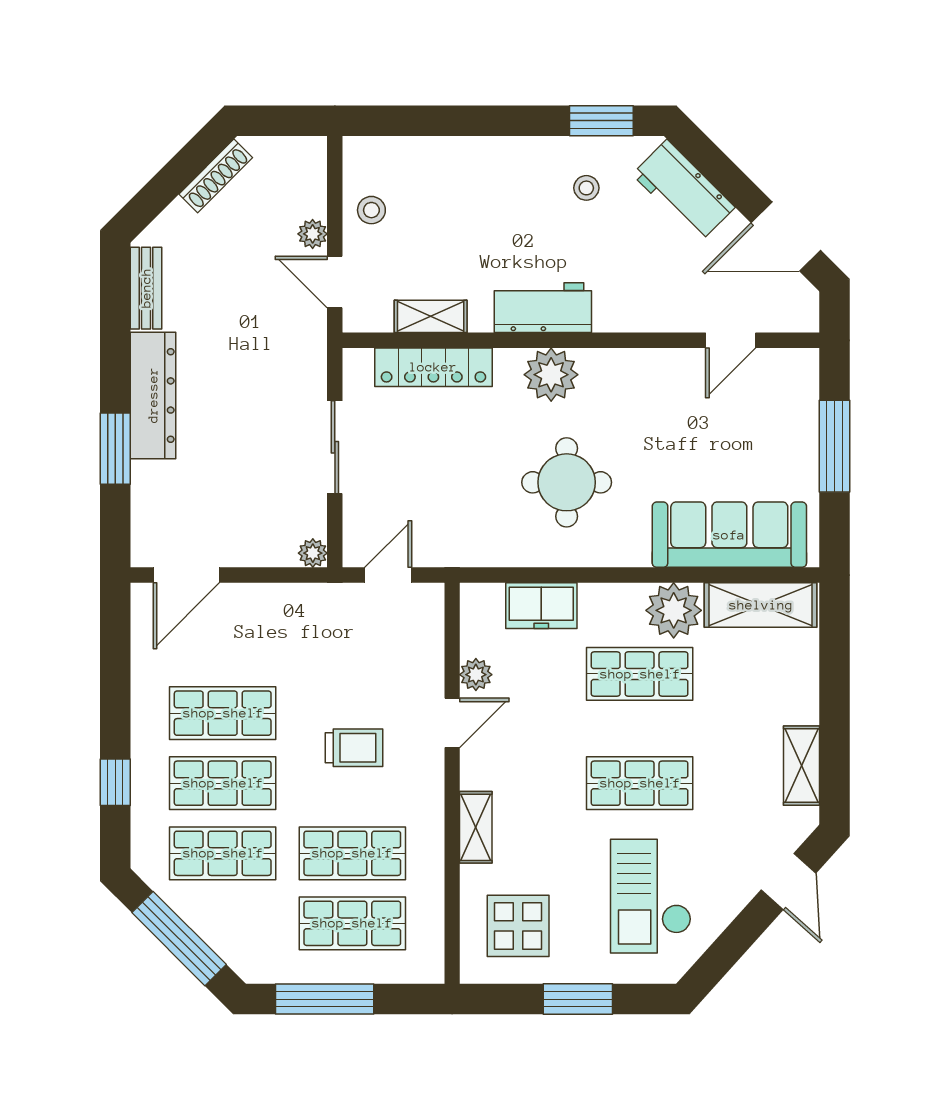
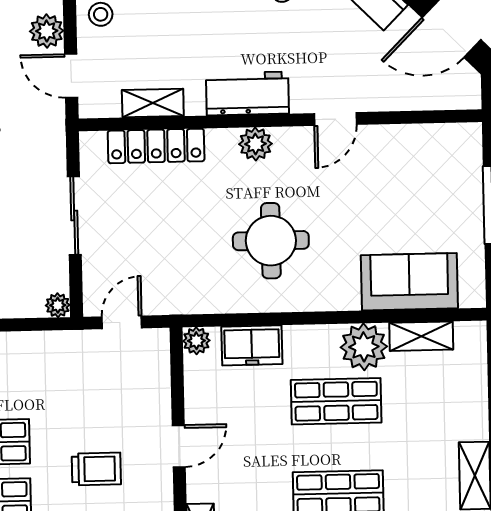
plant: (313, 234) -> (47, 31), width x1.38, depth x1.38
door: (731, 340) -> (335, 119), moved
plant: (551, 375) -> (255, 144), width x0.73, depth x0.73
sofa: (729, 535) -> (409, 282), width x0.73
shelving: (761, 605) -> (421, 336), width x0.67, depth x0.75
plant: (476, 675) -> (196, 341), moved

